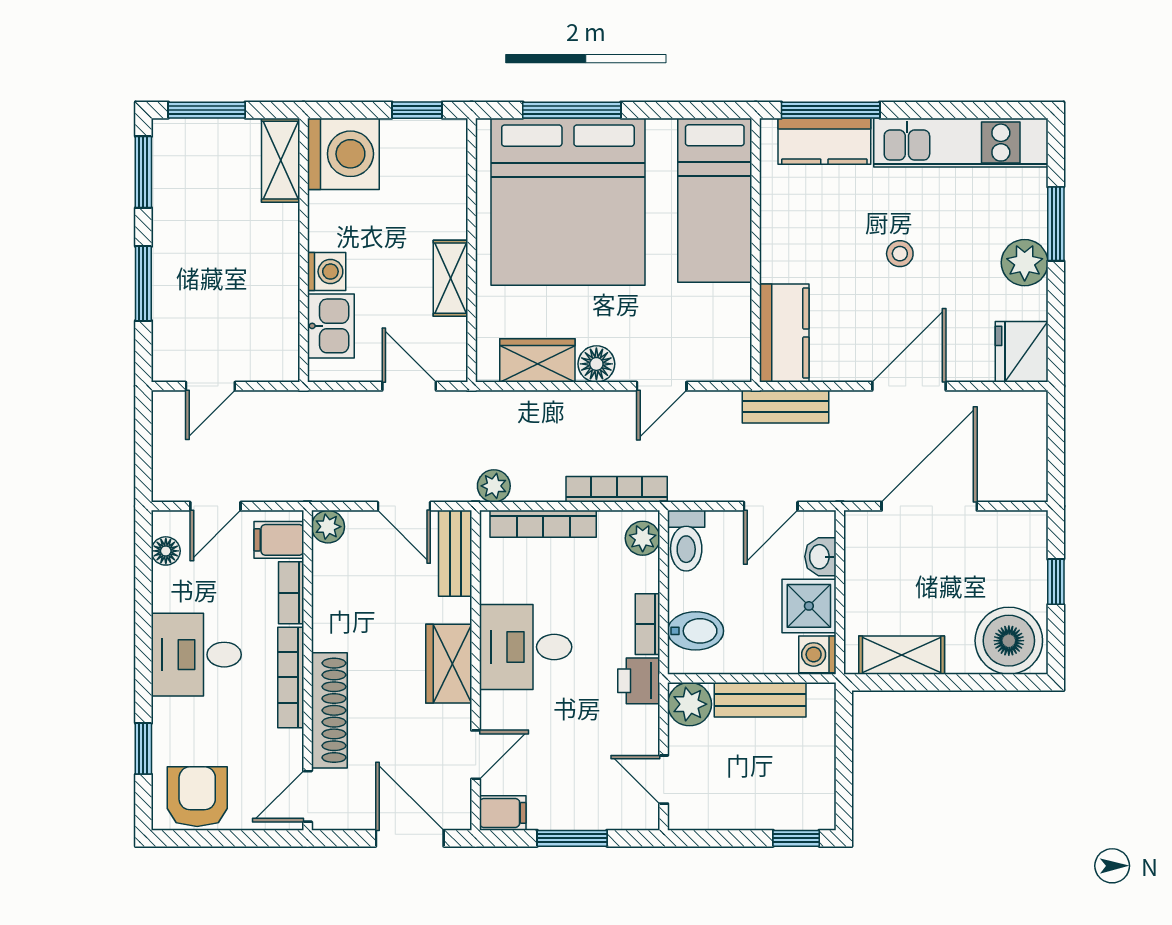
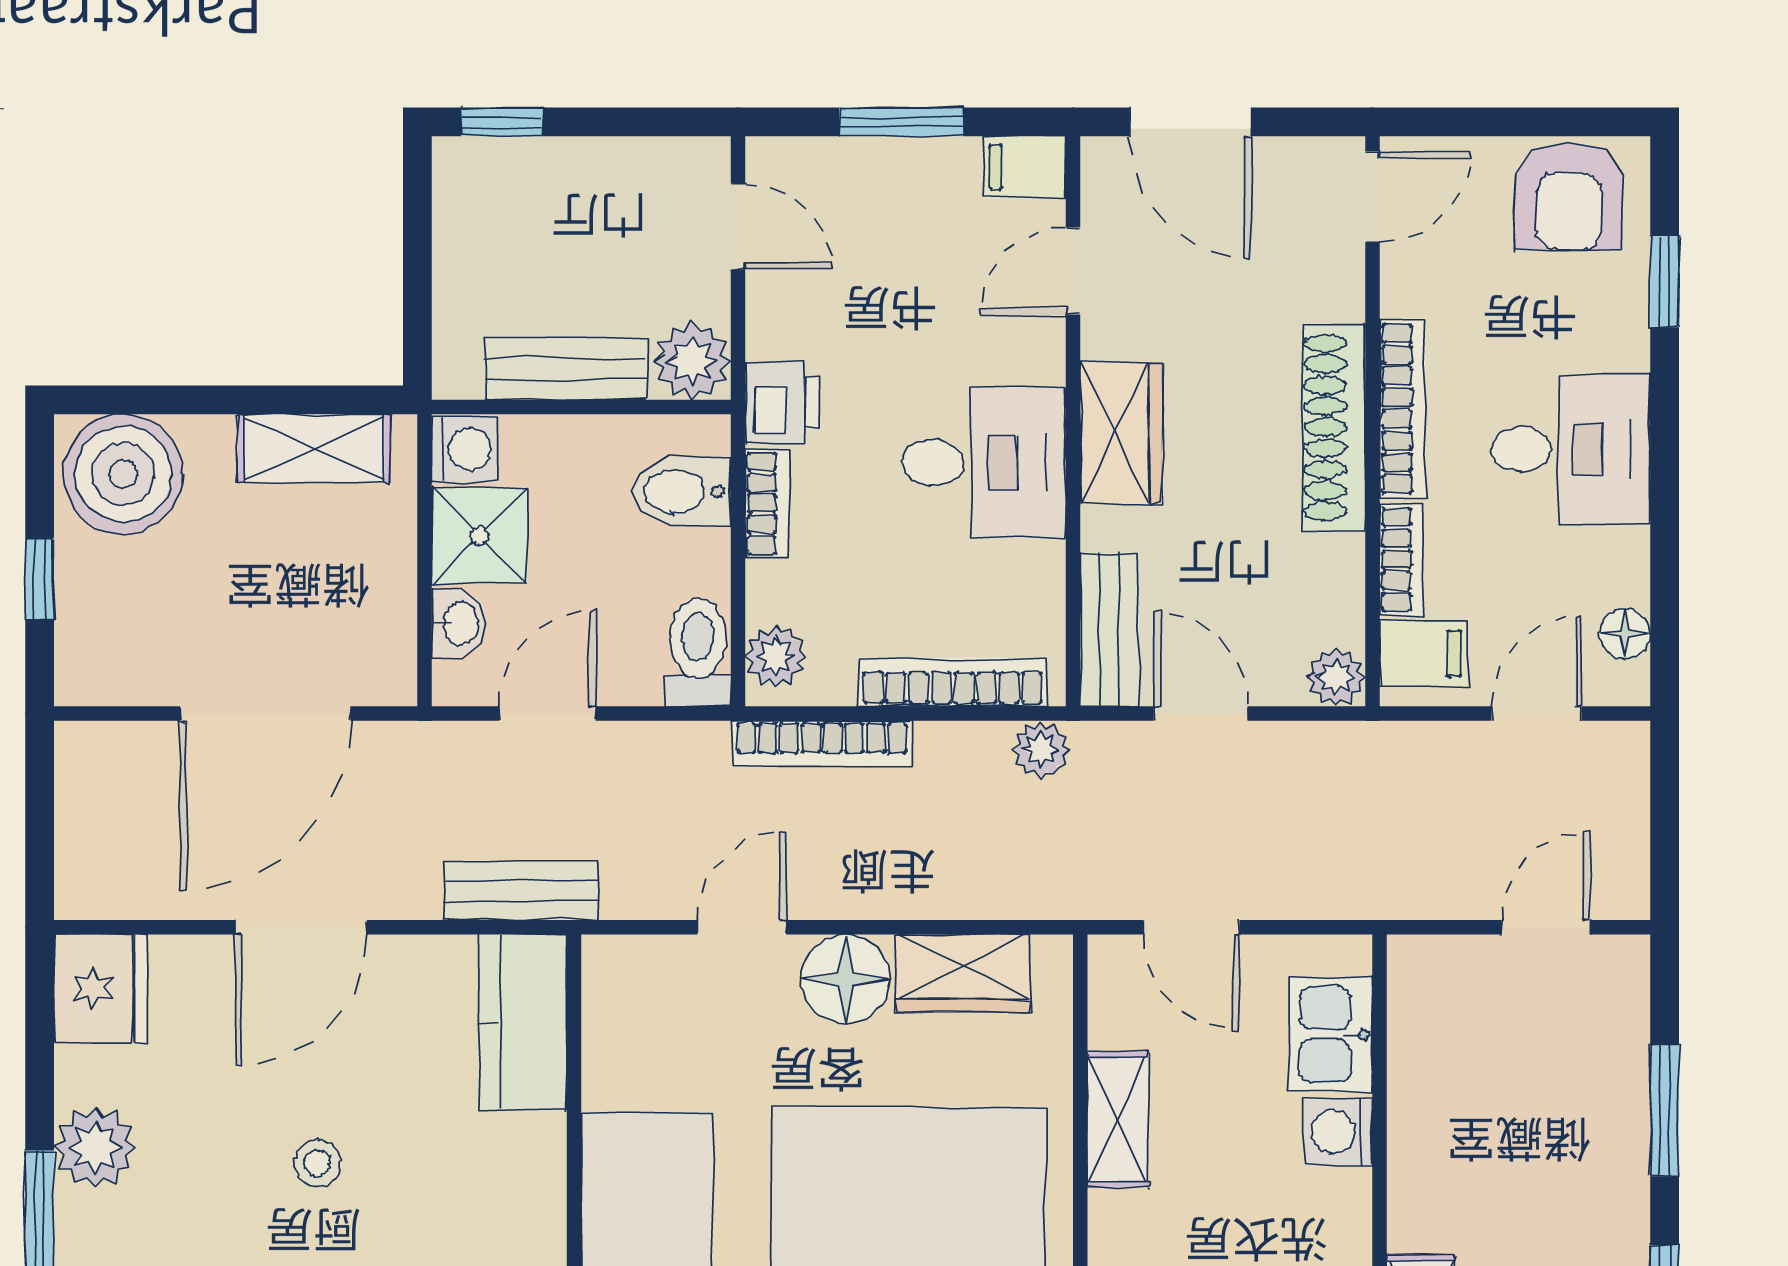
floor lamp: (596, 364) -> (846, 979), width x1.38, depth x1.38
shoe rack: (329, 710) -> (1334, 427), moved

